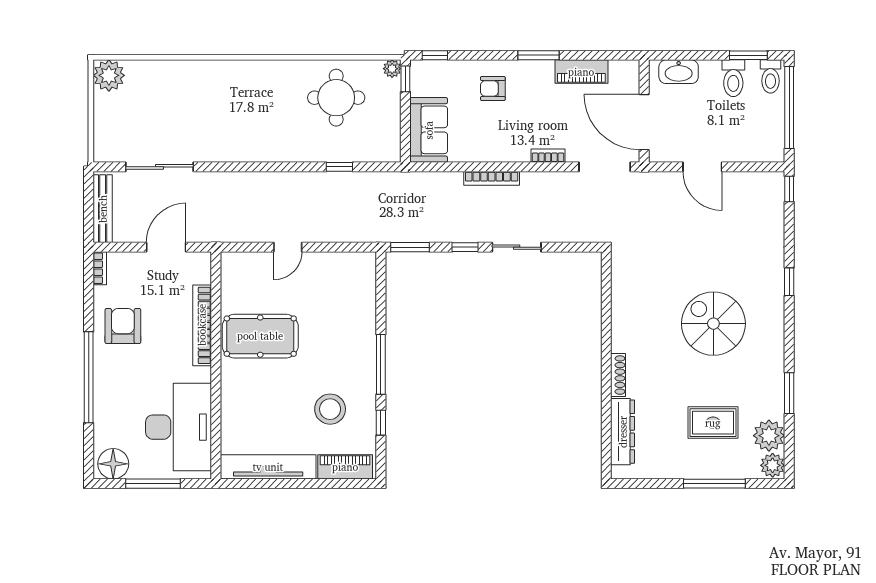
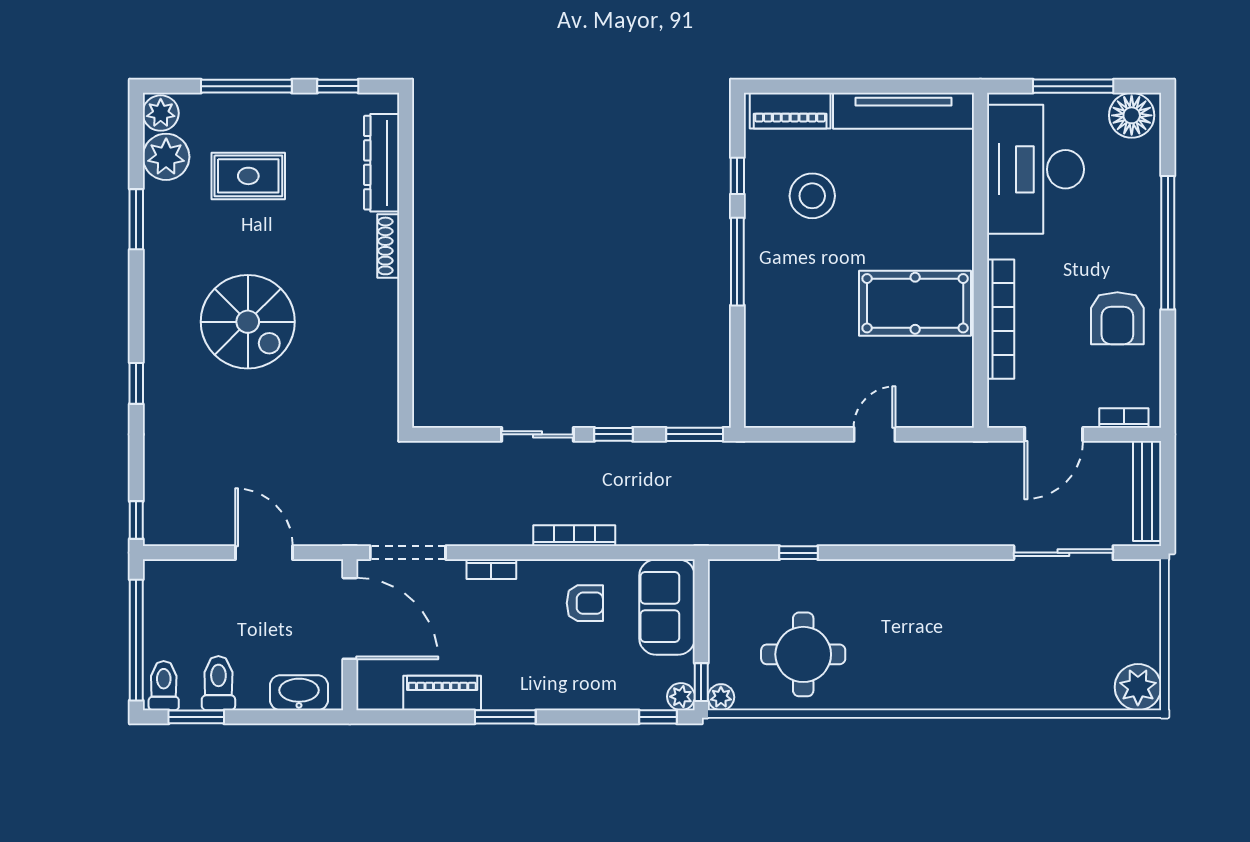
plant: (419, 69) -> (681, 697), added
armchair: (493, 88) -> (585, 603), moved
bookcase: (100, 268) -> (1124, 418), moved, turned 90
window: (652, 484) -> (338, 86), added

